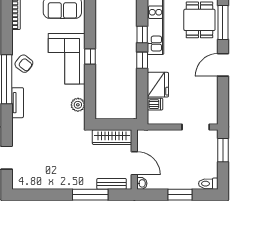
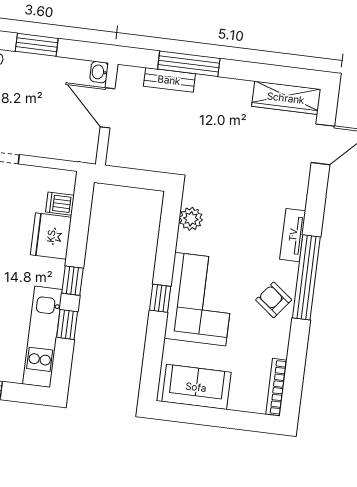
wardrobe: (112, 137) -> (286, 98), moved, turned 180
bench: (112, 184) -> (169, 80), moved

